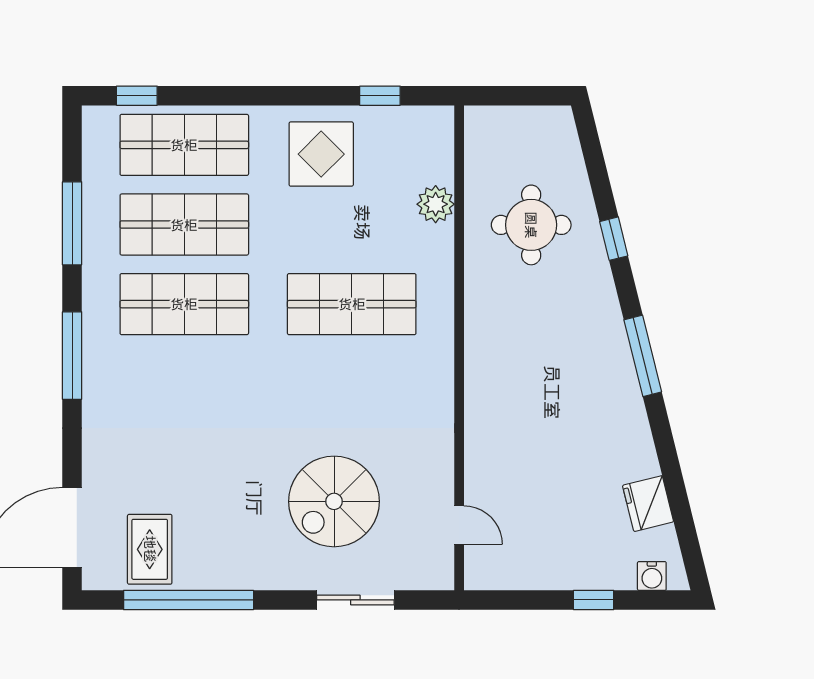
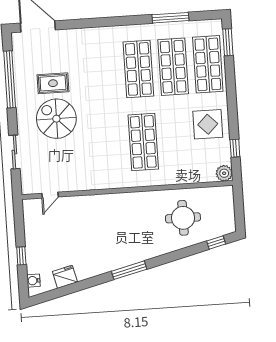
window: (137, 96) -> (228, 42), width x1.50
plant: (436, 204) -> (224, 173), moved
window: (614, 239) -> (216, 243), moved
window: (72, 356) -> (113, 22), removed
spiral stairs: (334, 501) -> (56, 119), moved
rug: (150, 549) -> (53, 83), moved

